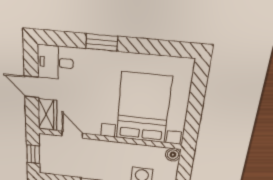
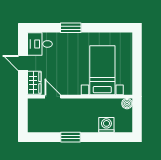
bed with nightstands: (143, 108) -> (102, 70), width x0.73
window: (33, 154) -> (23, 117), removed

